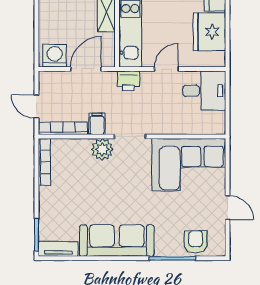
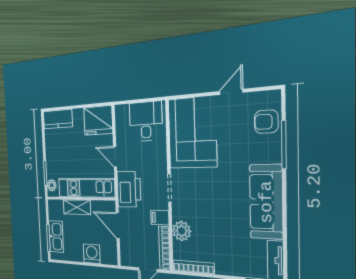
fridge: (209, 32) -> (98, 120), moved
washing machine: (55, 56) -> (92, 254), moved, turned 90
printer: (129, 81) -> (129, 189), width x1.87, depth x1.48
desk: (204, 91) -> (146, 121), moved
plant: (102, 149) -> (182, 231), moved

